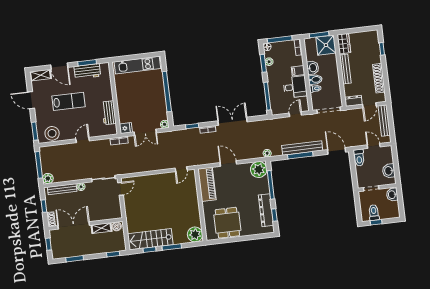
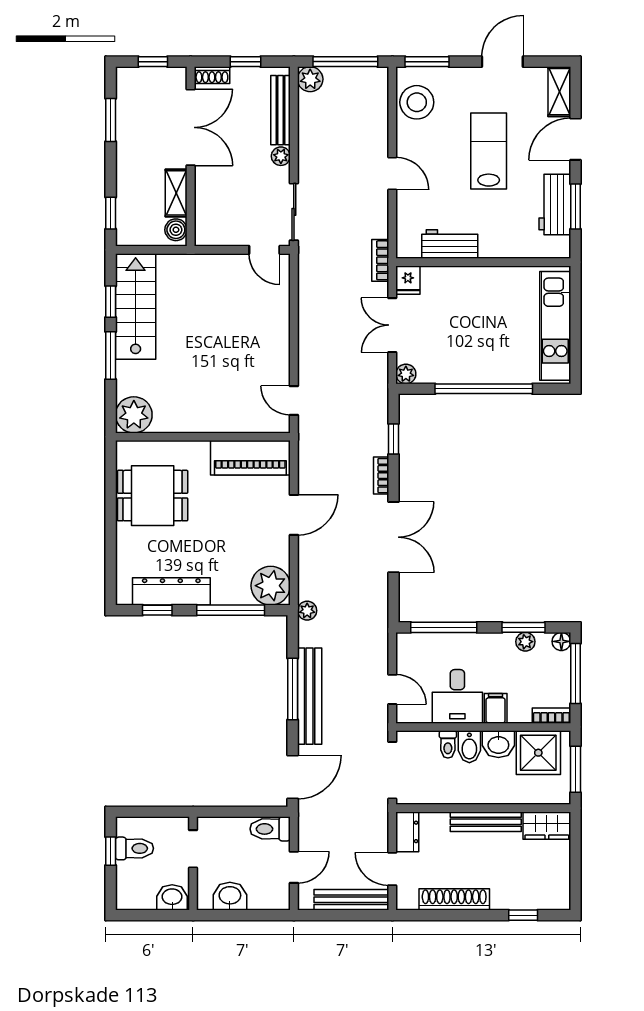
shower: (326, 45) -> (538, 753), moved
lab bench: (69, 101) -> (489, 151), turned 180

